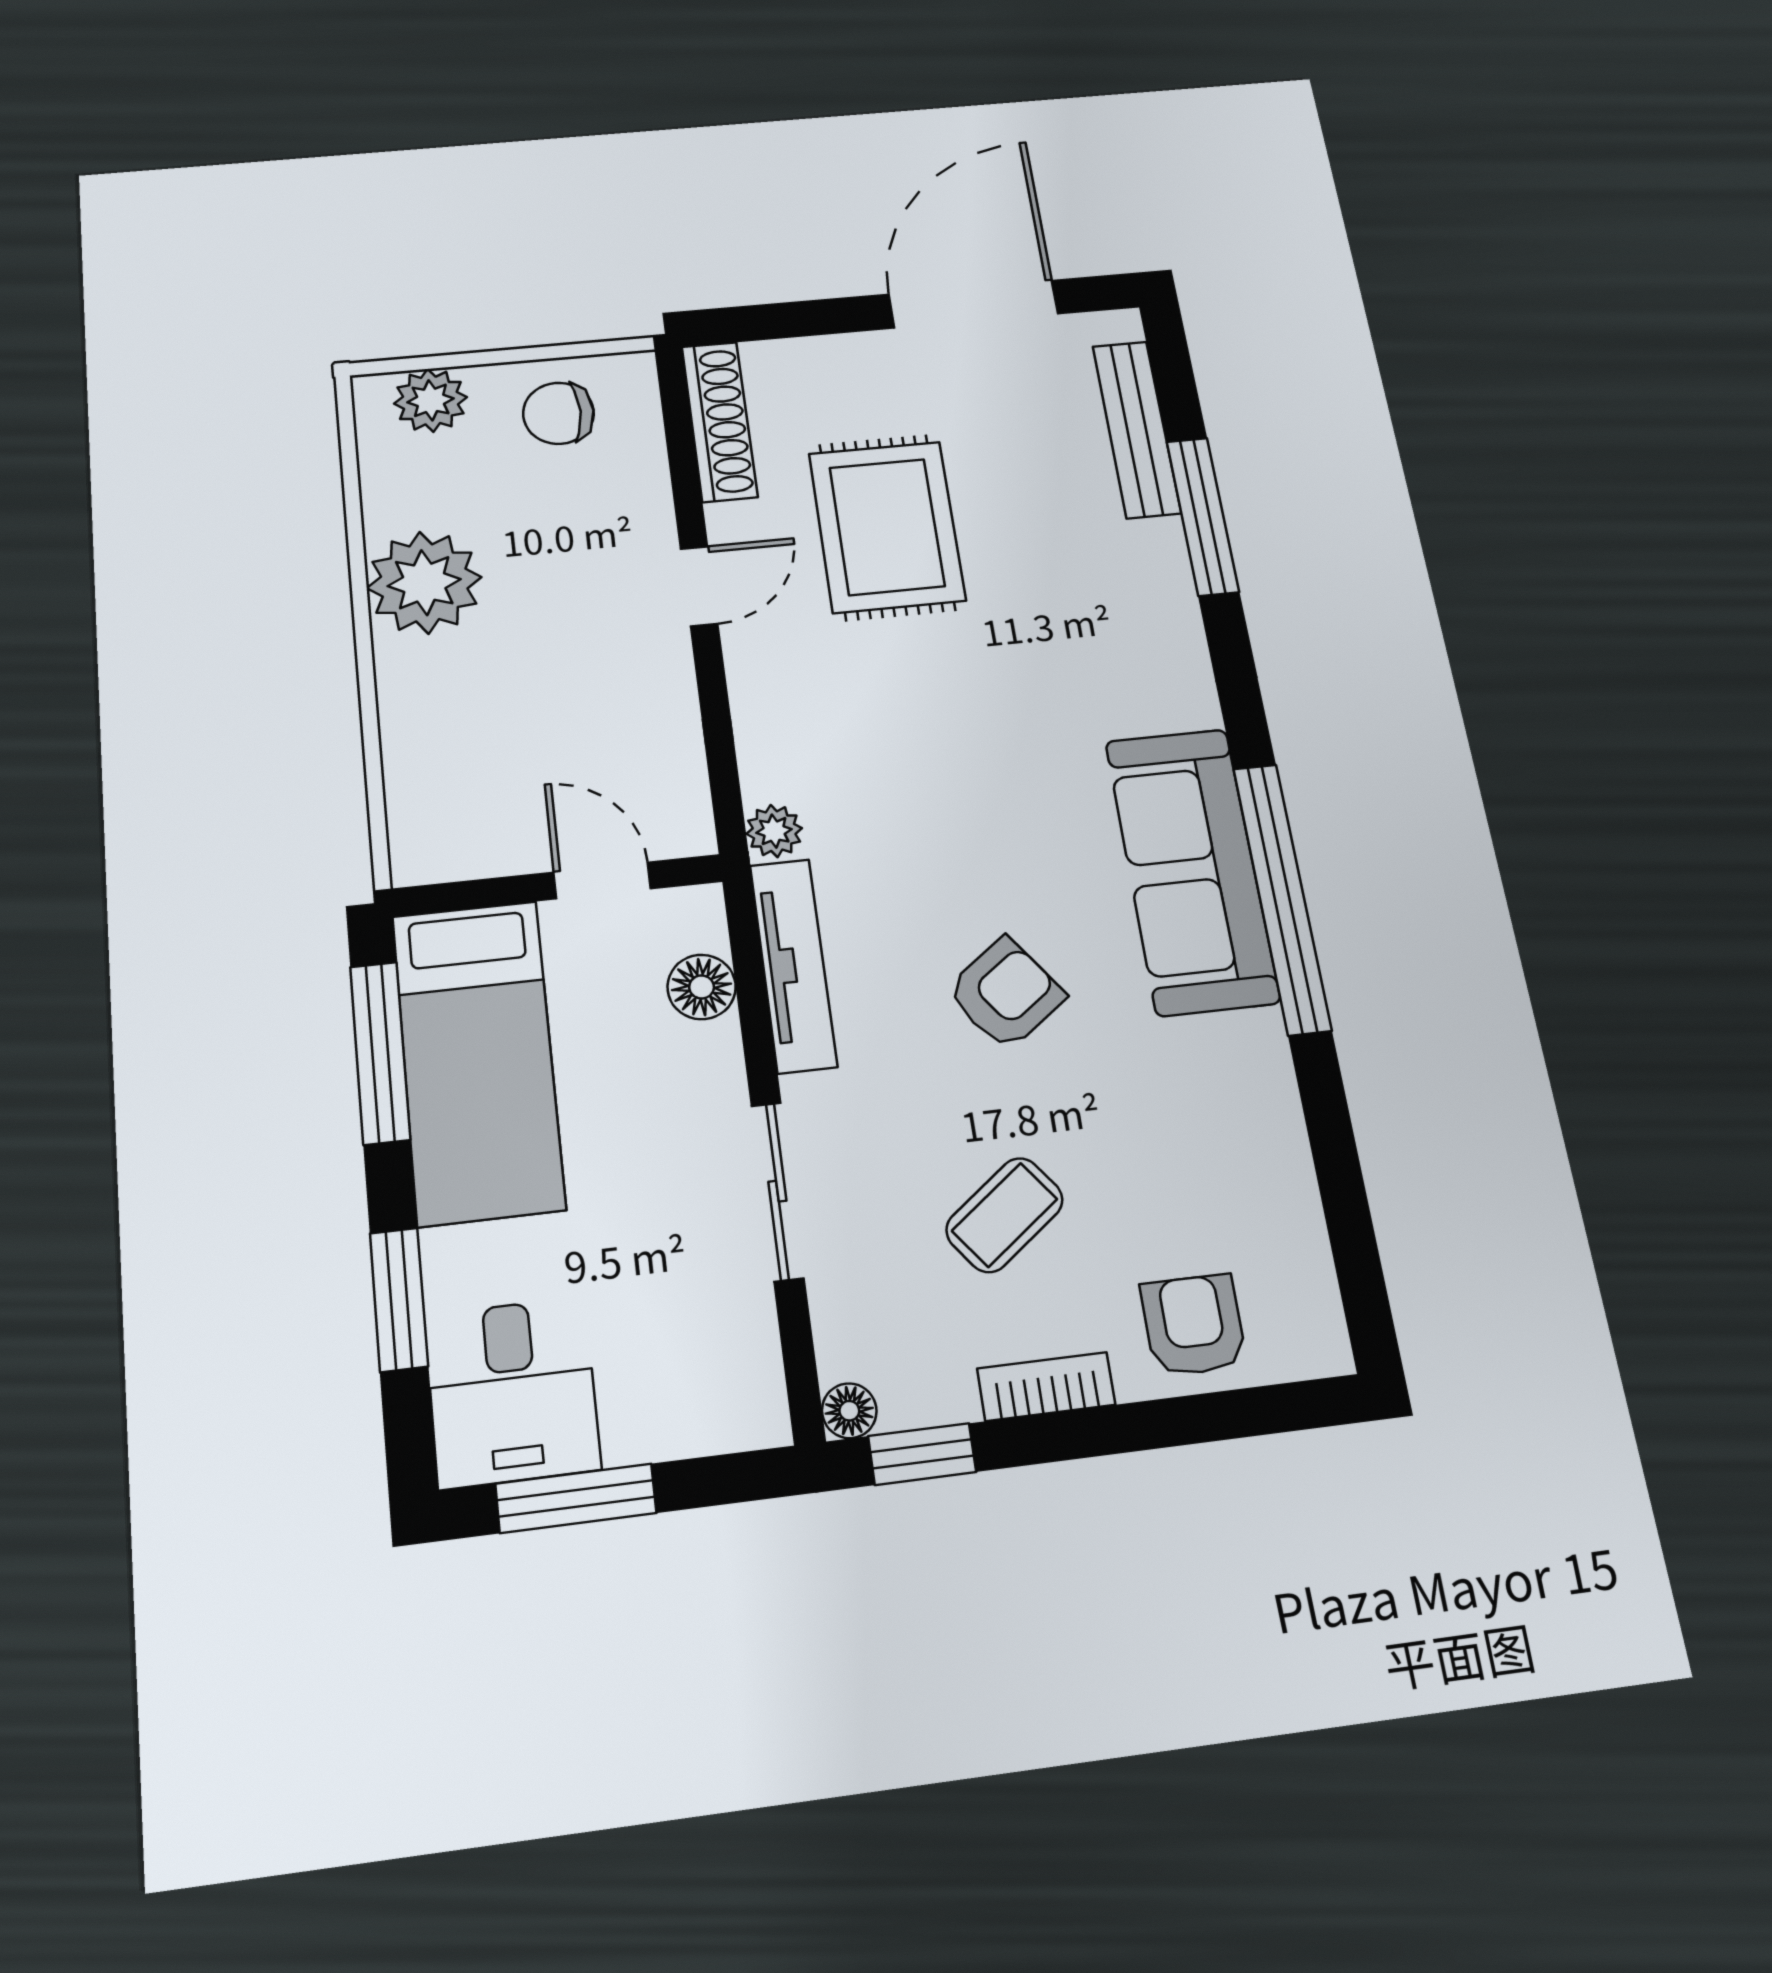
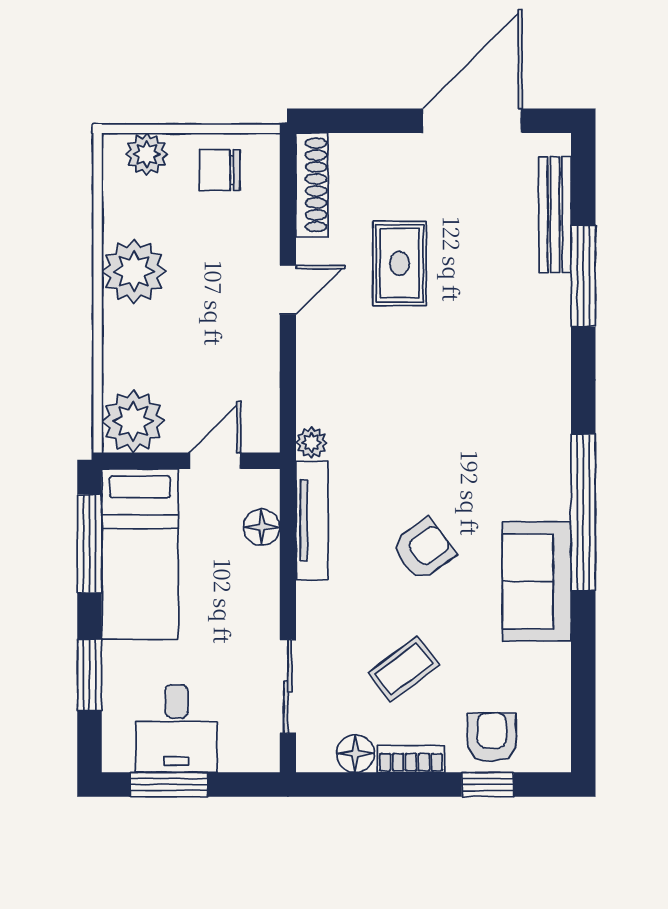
rug: (887, 527) -> (400, 263), width x0.73, depth x0.70
plant: (444, 829) -> (133, 421), added
sofa: (1192, 870) -> (537, 581), moved, width x0.73
door: (602, 881) -> (215, 461), hinge flipped
sliding door: (777, 1191) -> (288, 686), moved
desk: (512, 1392) -> (176, 729), moved
floor lamp: (849, 1411) -> (355, 754), moved, width x1.37, depth x1.37
window: (922, 1454) -> (488, 785), moved

